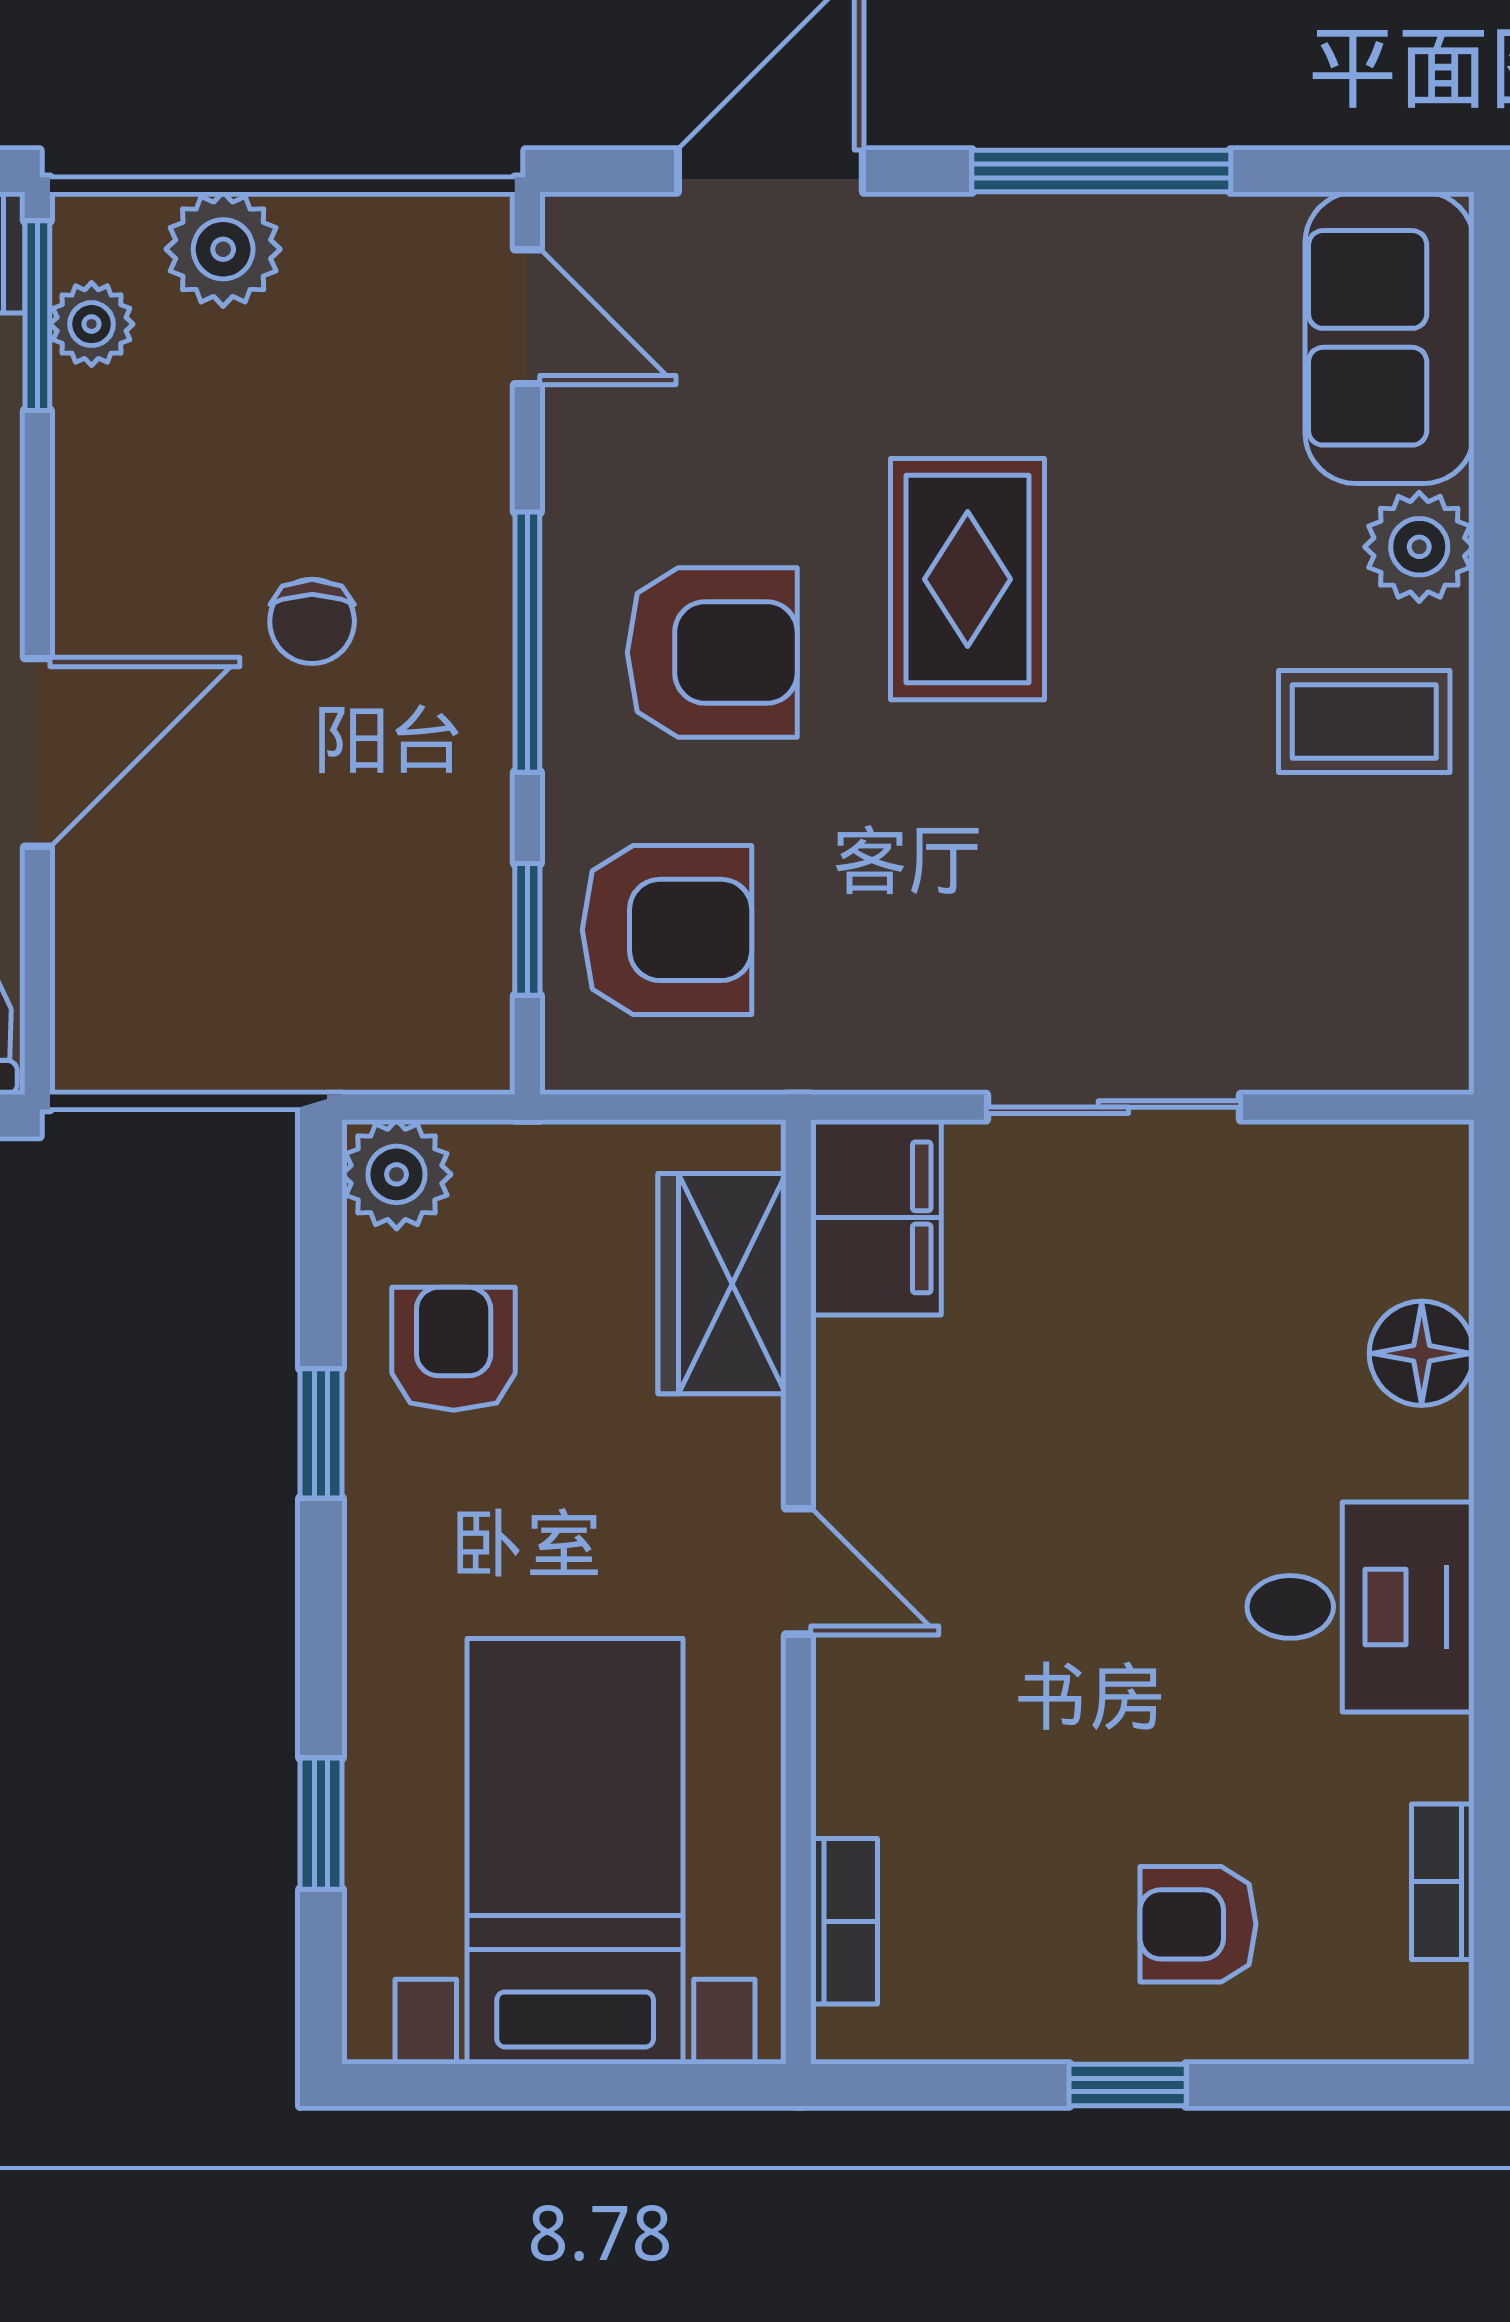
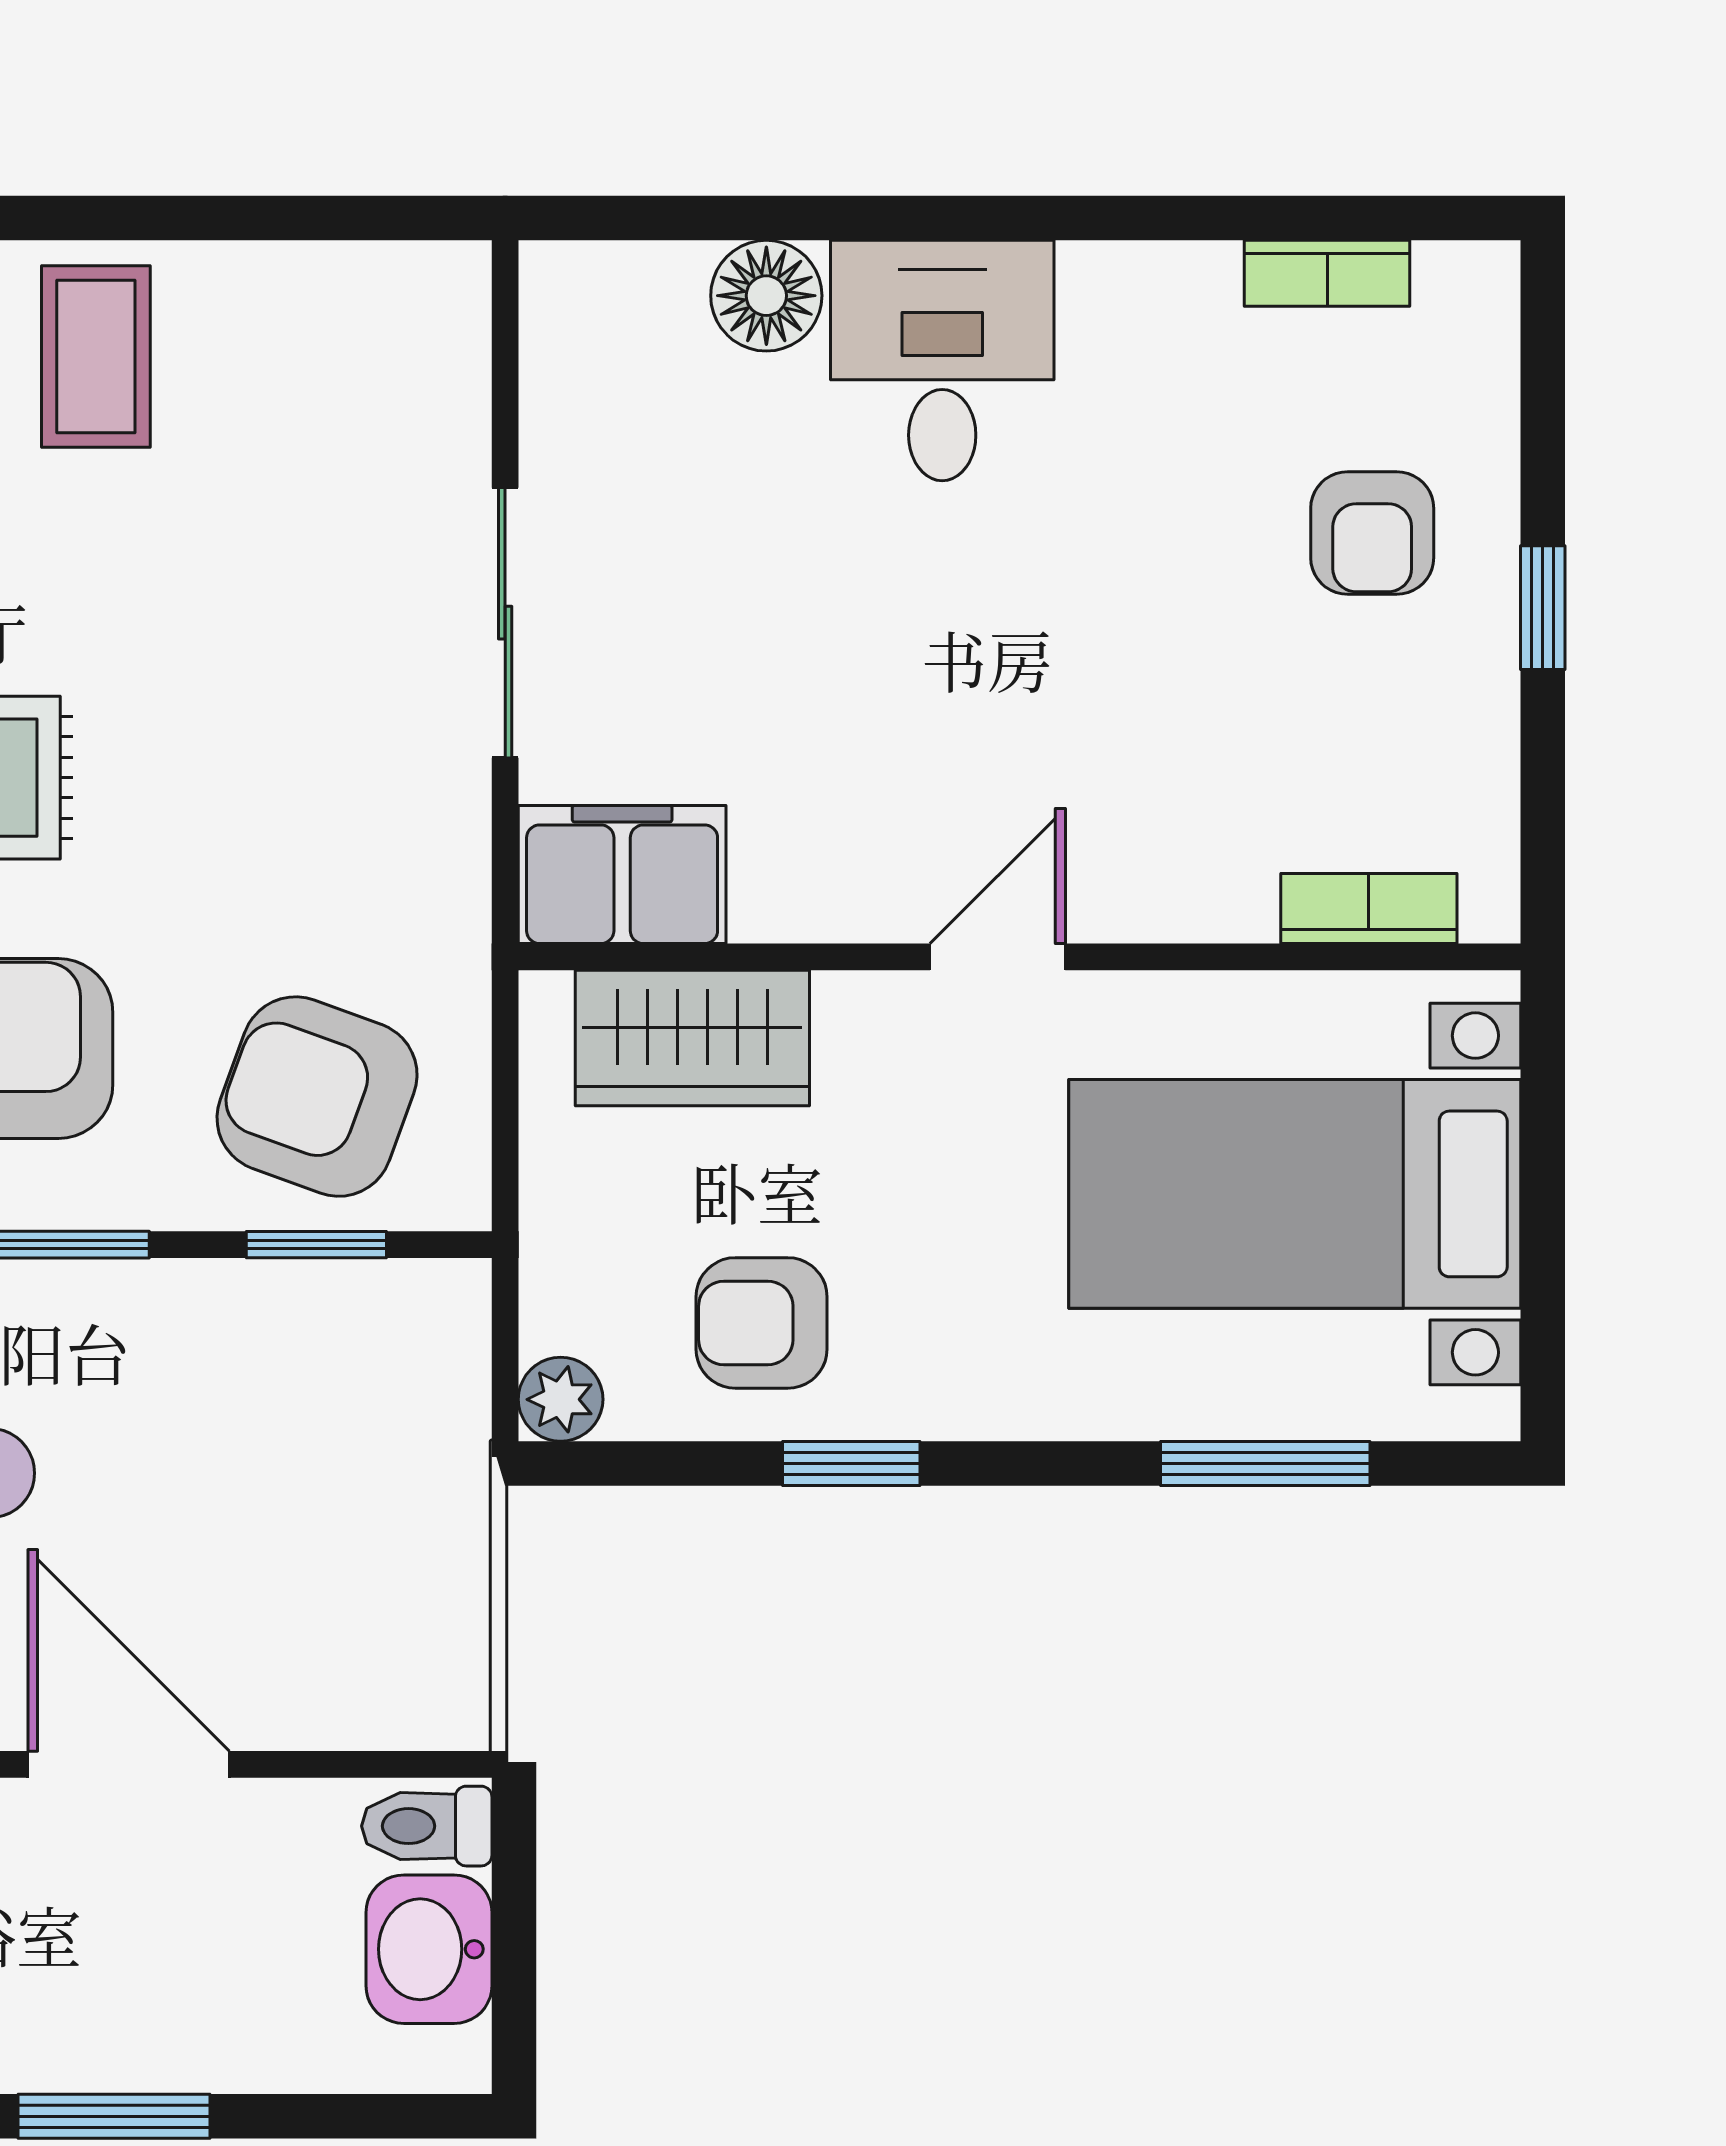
armchair: (667, 930) -> (317, 1097), turned -70
plant: (397, 1174) -> (561, 1399), width x0.73, depth x0.73
desk: (1361, 1607) -> (942, 361), moved
window: (321, 1824) -> (1265, 1464), width x1.50

